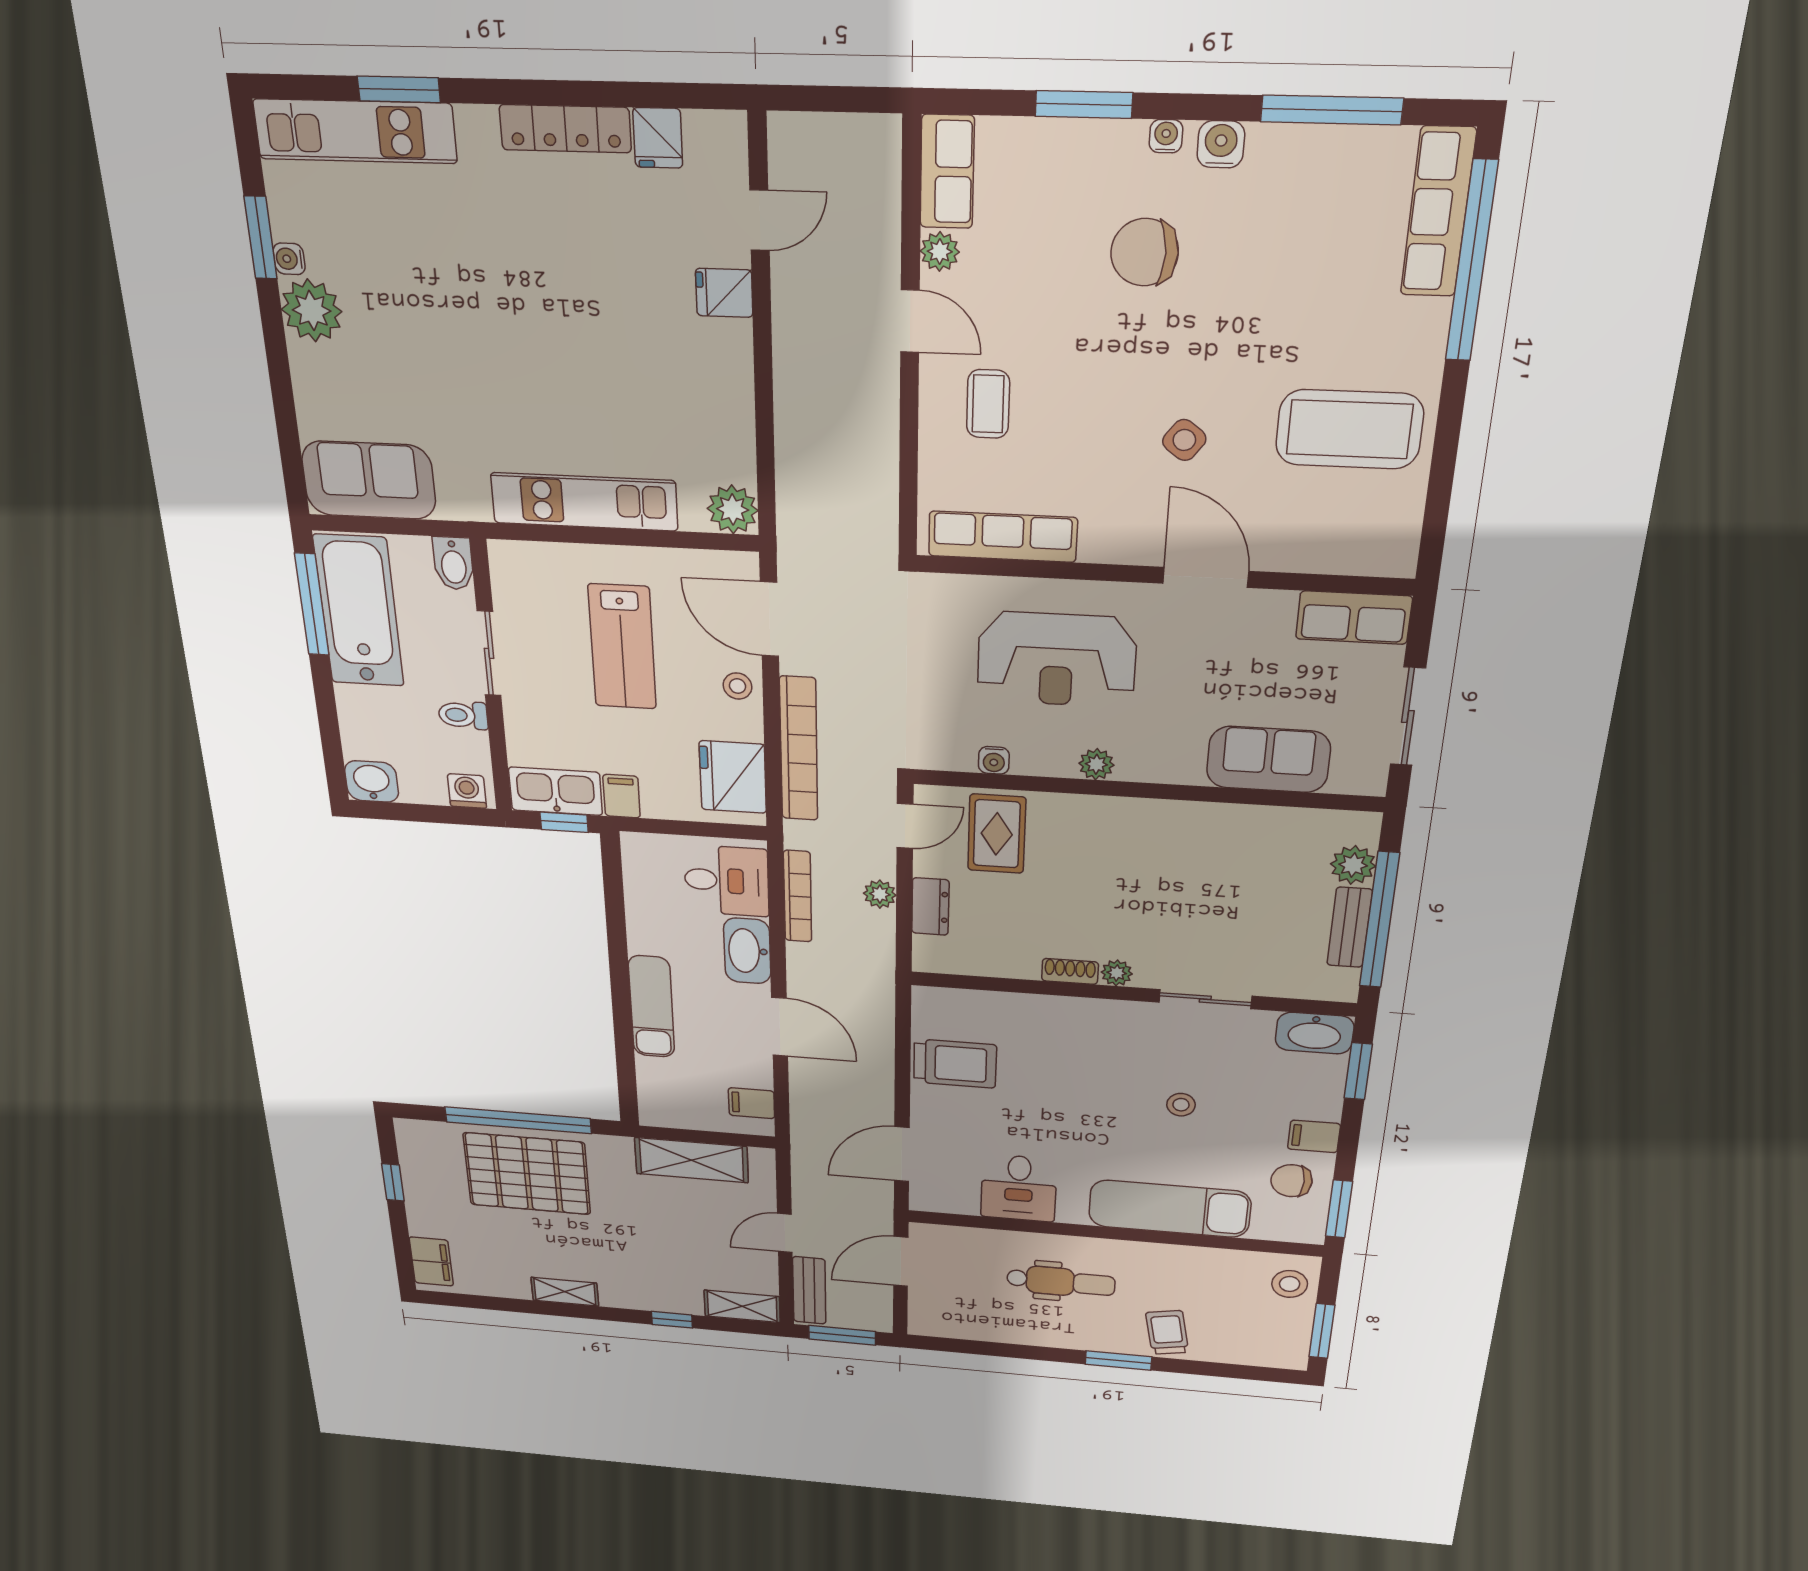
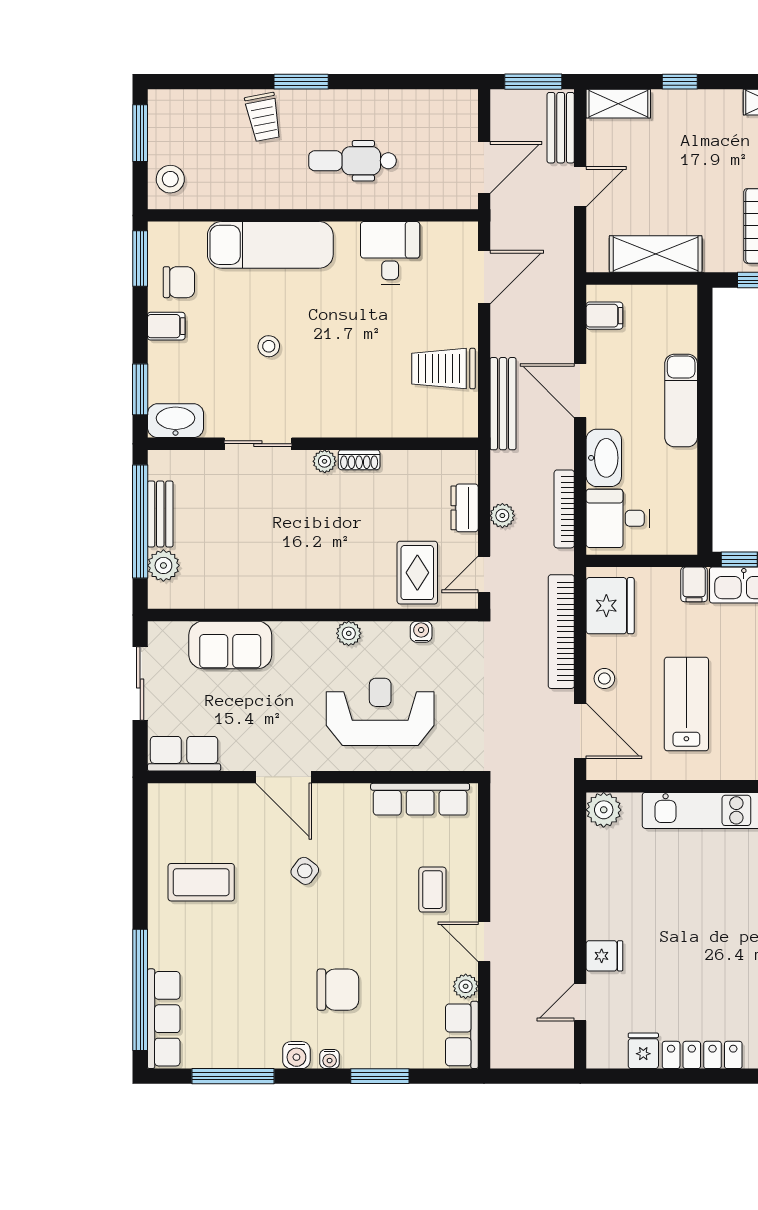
coffee table: (1349, 429) -> (201, 882), width x0.73, depth x0.76
bench: (879, 1020) -> (503, 404), added

